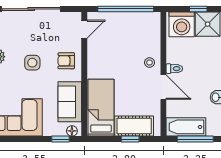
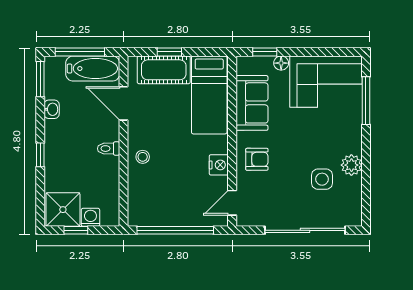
washing machine: (182, 24) -> (90, 217), width x0.53, depth x0.53
nightstand: (94, 57) -> (219, 165), added
side table: (32, 63) -> (322, 179), moved
door: (163, 87) -> (124, 103), moved
floor lamp: (72, 131) -> (281, 63), moved

